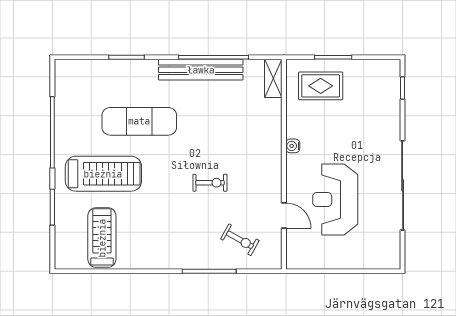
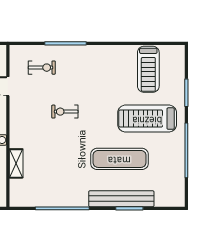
bench: (201, 70) -> (121, 199), moved
shelving: (273, 78) -> (16, 163), moved
exercise bike: (240, 240) -> (42, 68), turned 151

